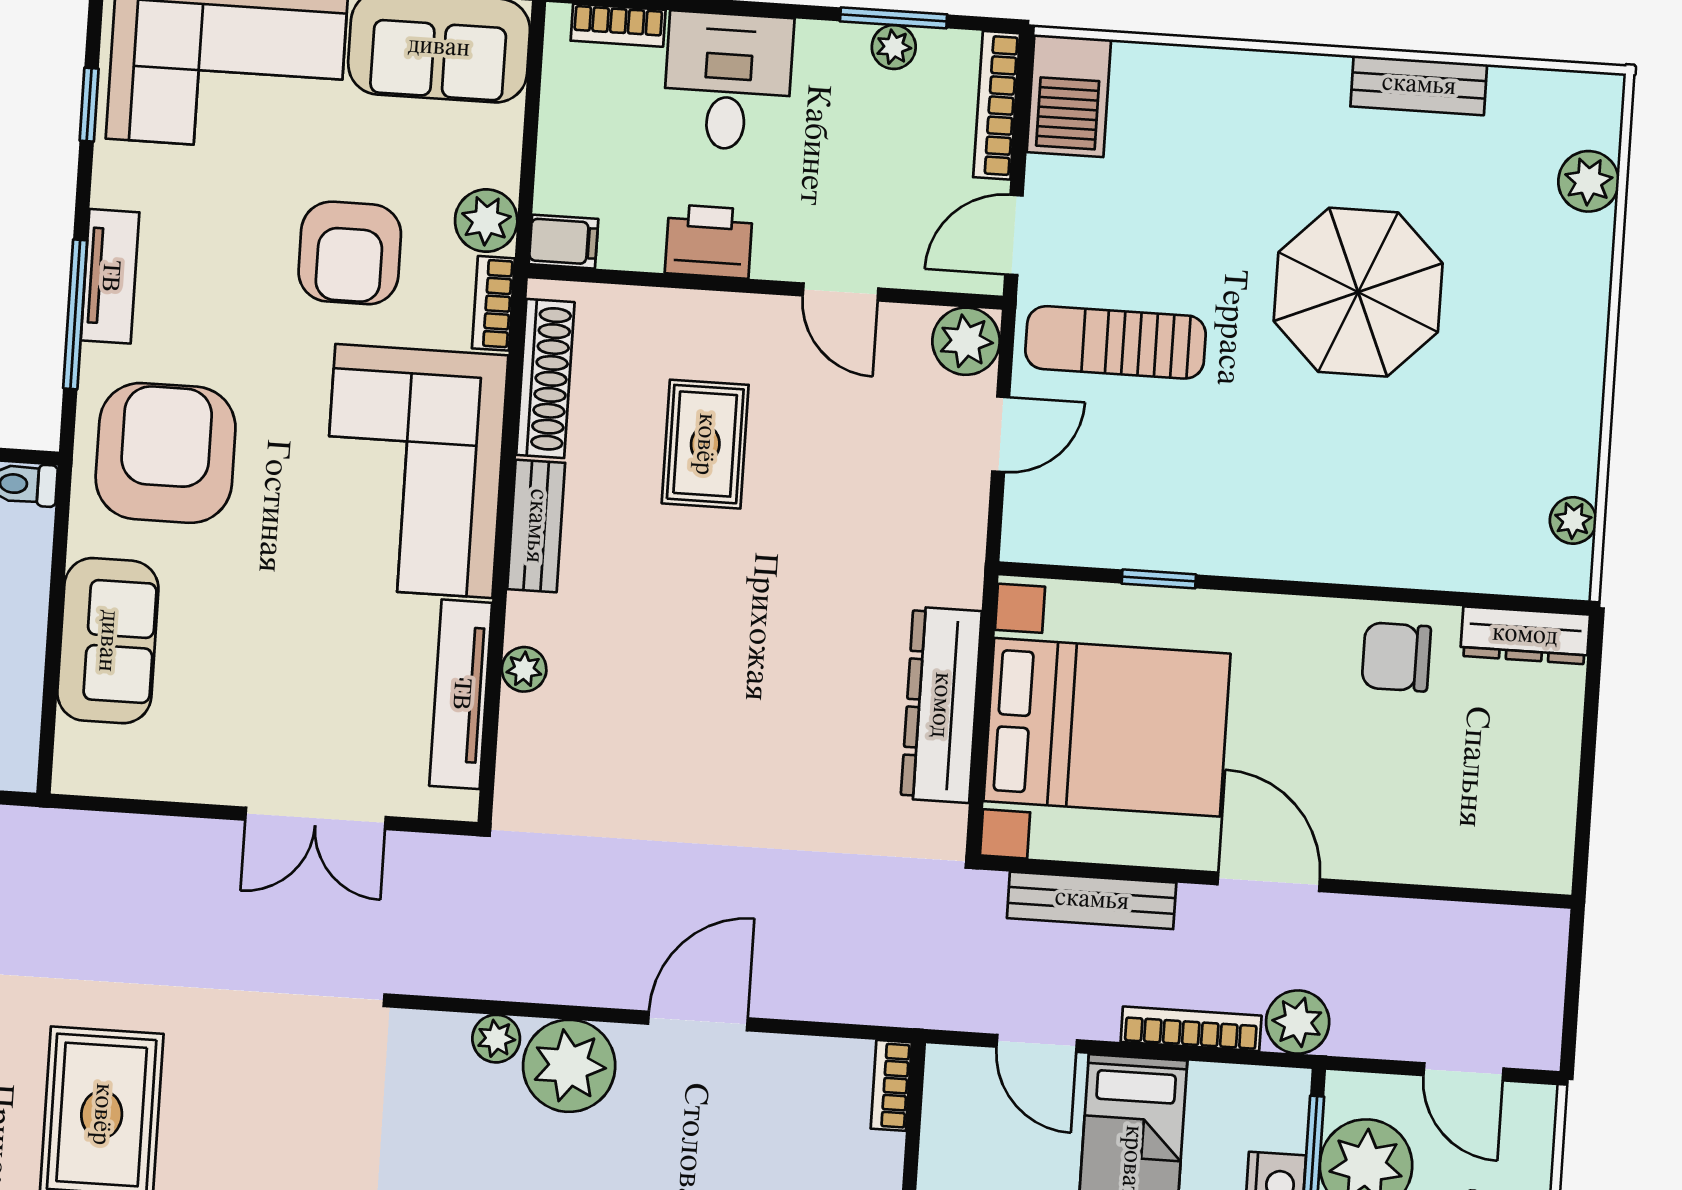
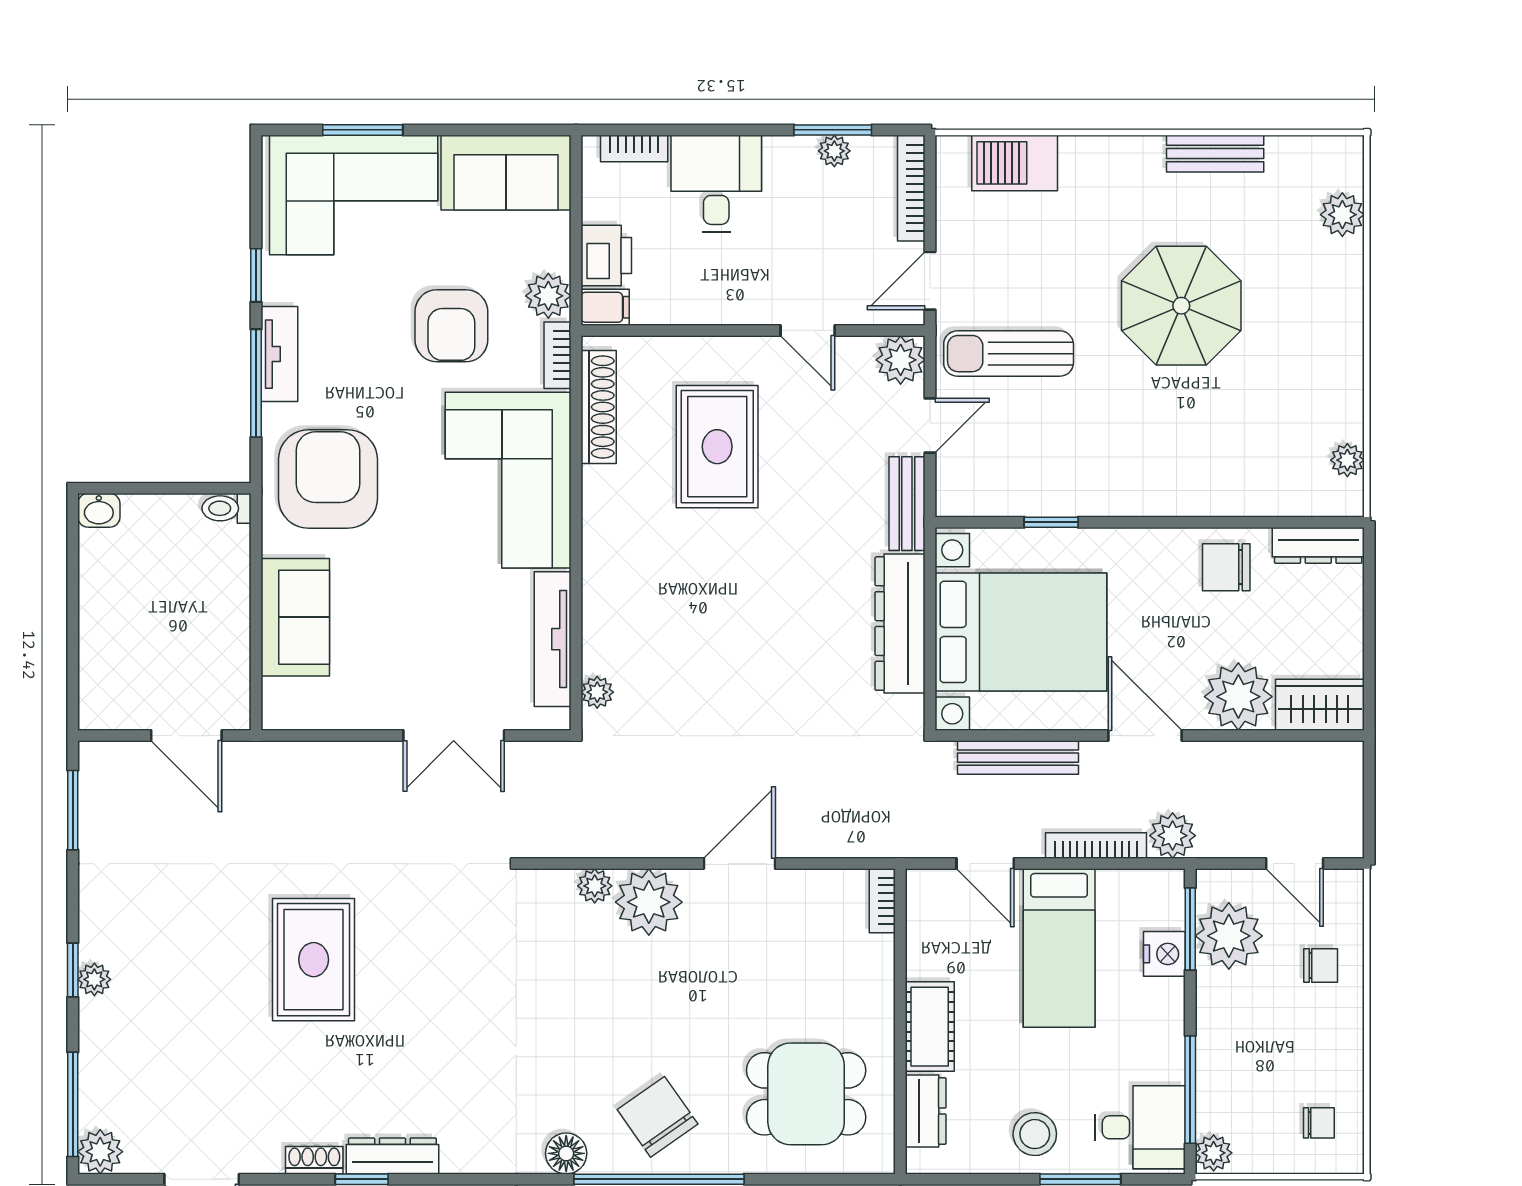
barbecue: (1069, 96) -> (1015, 163), moved, turned 90
window: (89, 105) -> (256, 275), moved
printer: (709, 241) -> (606, 255), moved, turned 90
rug: (705, 444) -> (717, 447), width x1.36, depth x1.43
bench: (536, 526) -> (907, 504), moved
plant: (524, 669) -> (597, 692), moved
plant: (1401, 836) -> (1238, 697), added
wardrobe: (1513, 855) -> (1320, 705), added

